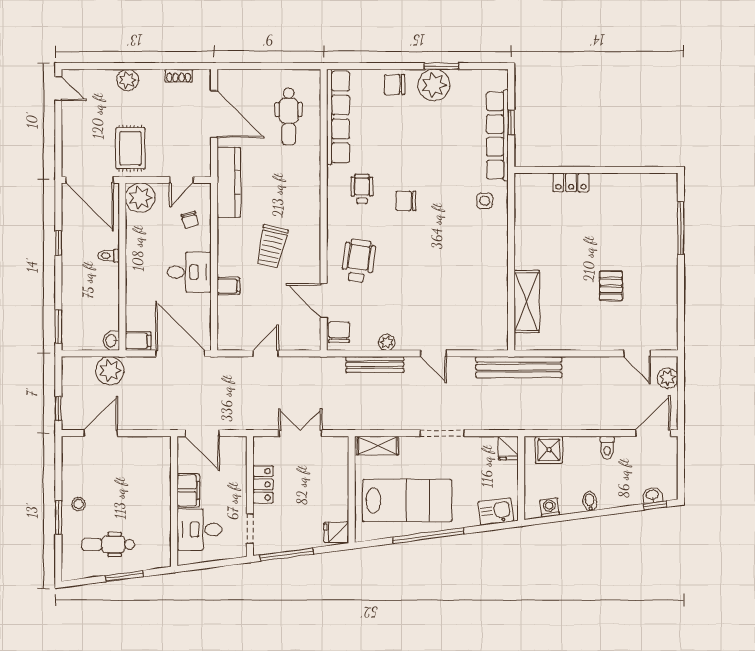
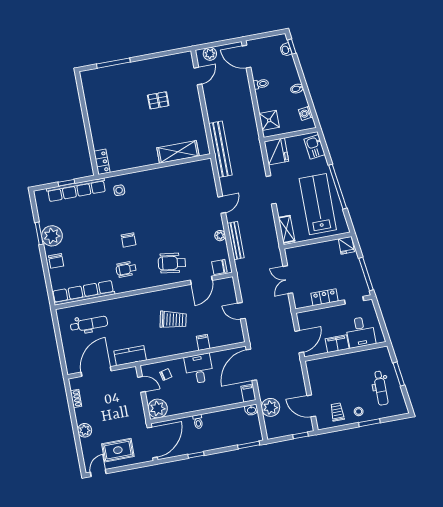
rug: (130, 148) -> (118, 450), moved
kitchen counter: (229, 182) -> (130, 356), width x0.67
locker: (571, 182) -> (102, 162), moved
fridge: (508, 448) -> (276, 151), width x1.88, depth x1.34
trolley: (84, 471) -> (337, 412), added

